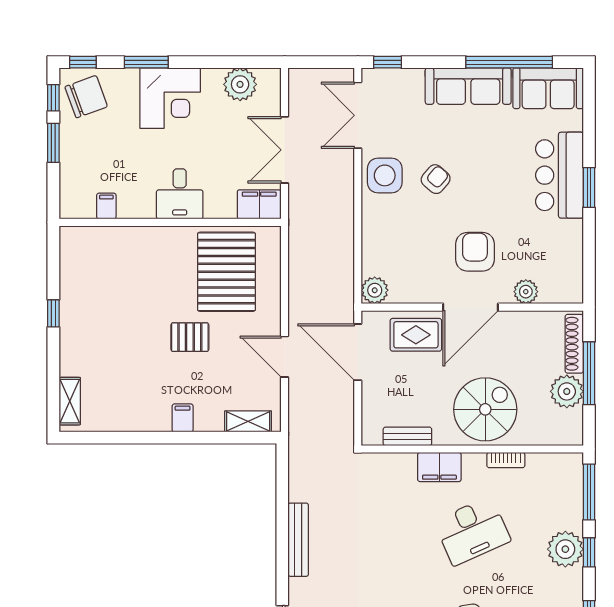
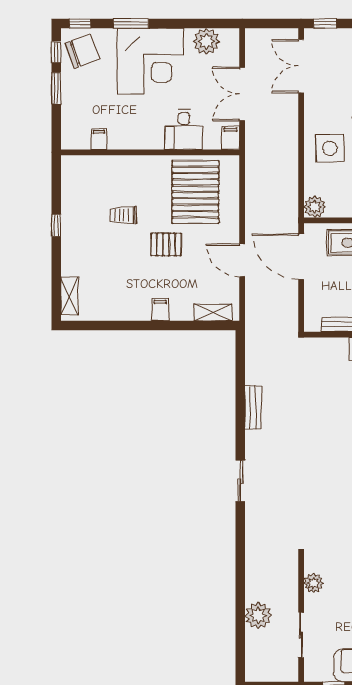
corner desk: (170, 98) -> (150, 61), width x1.36, depth x1.36
side table: (385, 175) -> (330, 148), moved
desk: (180, 194) -> (184, 129), moved
filing cabinet: (259, 204) -> (231, 138), width x0.50
trolley: (137, 300) -> (123, 215), added
bench: (298, 540) -> (253, 408), width x0.73

